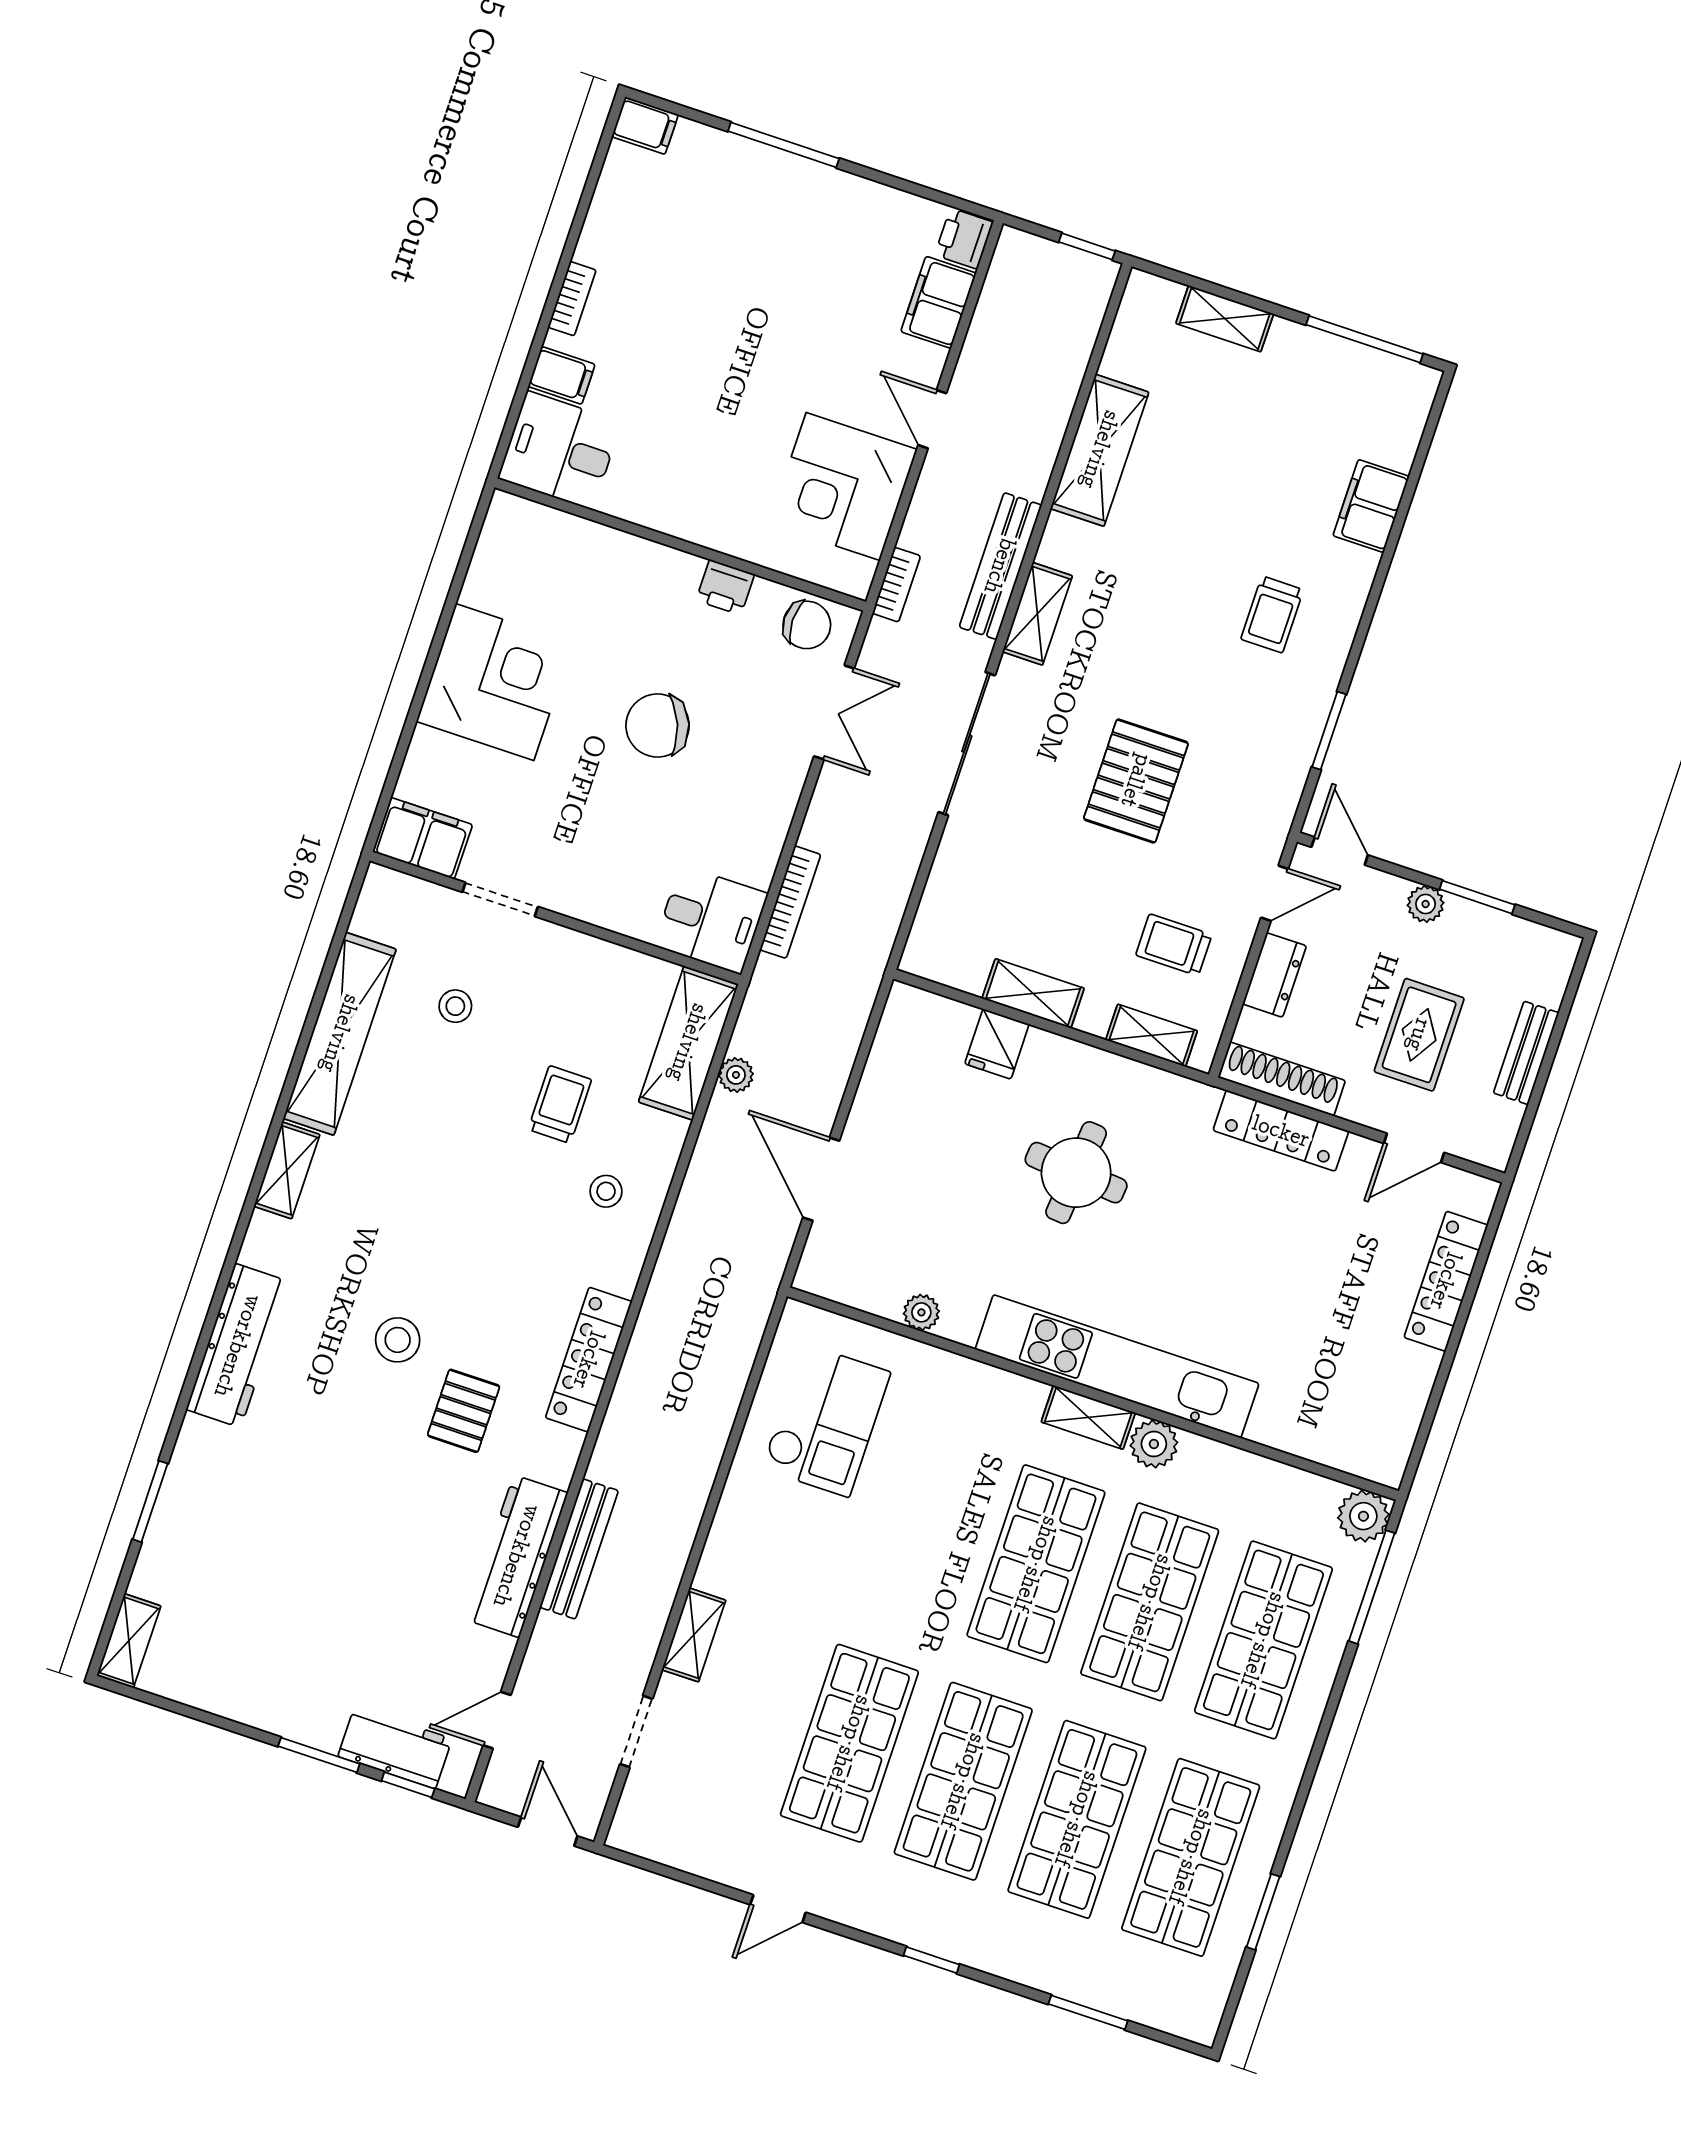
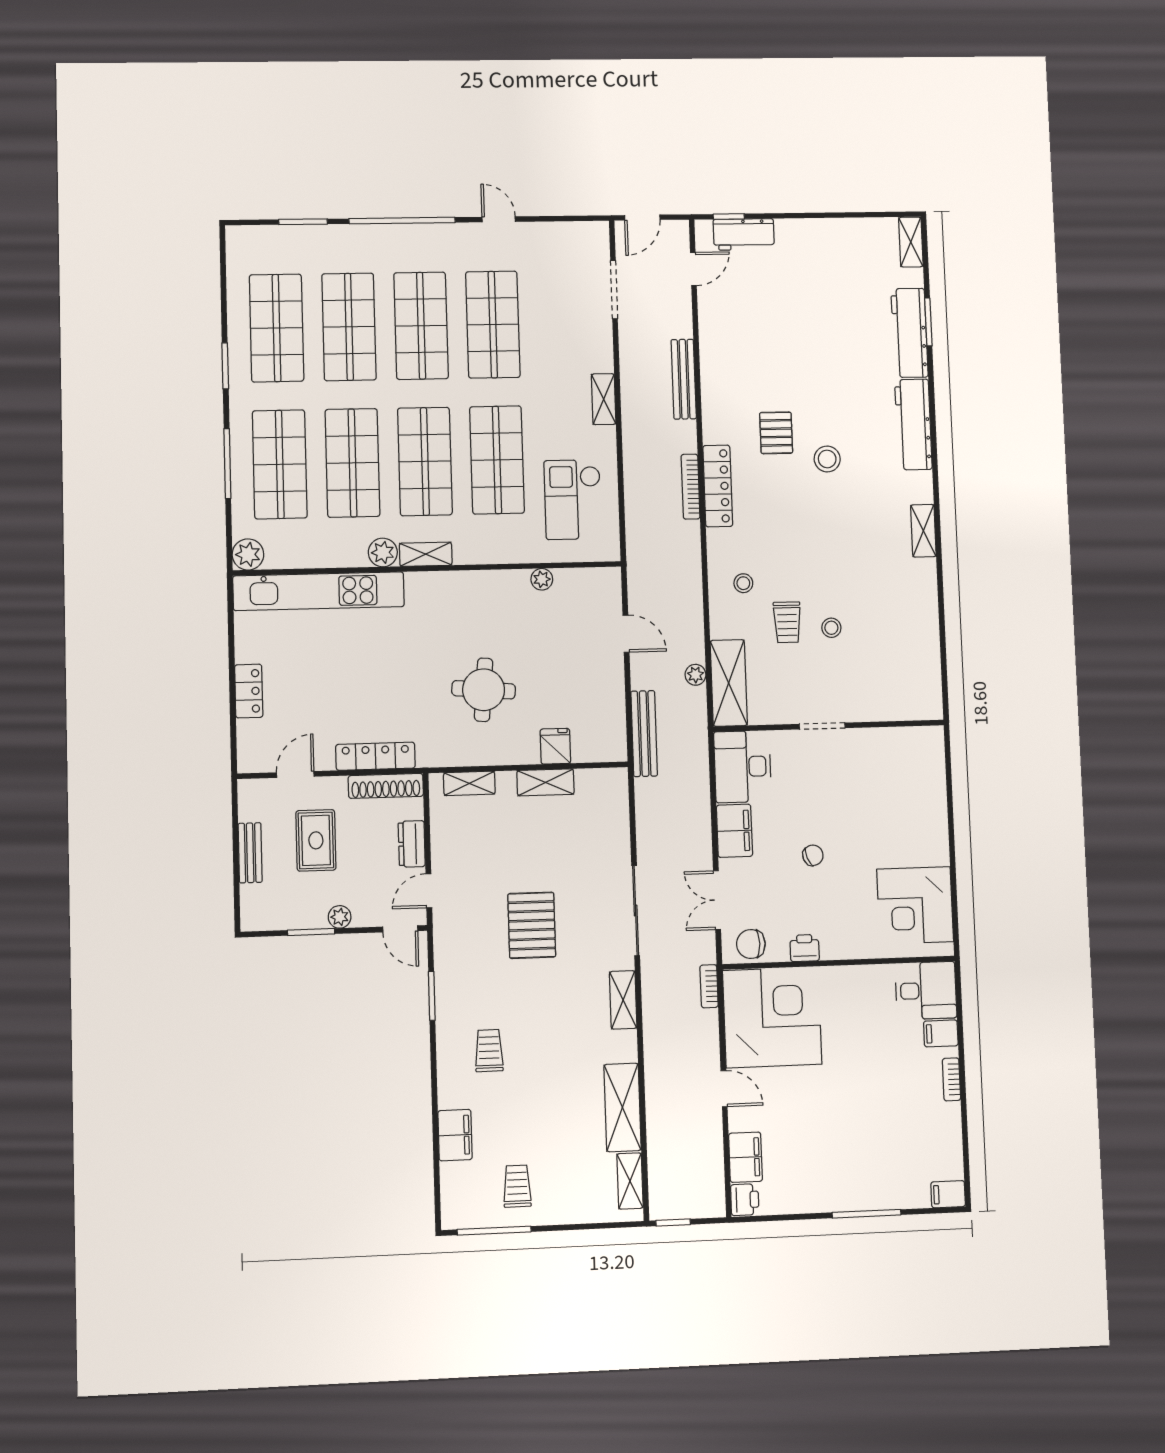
shelving: (1225, 319) -> (630, 1181), moved, turned 90
corner desk: (843, 486) -> (772, 1017), width x1.36, depth x1.36
bench: (1000, 566) -> (644, 734), moved
corner desk: (495, 682) -> (915, 905), moved
chair: (658, 726) -> (813, 855), width x0.54, depth x0.54
filing cabinet: (422, 838) -> (734, 831), moved, turned -90
doorway: (500, 899) -> (822, 726), moved
bookcase: (790, 902) -> (691, 487), moved
desk: (711, 920) -> (743, 767), width x1.37
trolley: (1174, 945) -> (517, 1186), moved, turned -90
stool: (455, 1006) -> (831, 628), moved
shelving: (340, 1034) -> (923, 617), removed
door: (821, 1179) -> (626, 634), width x0.73
locker: (1446, 1281) -> (249, 691), width x0.66
kitchen unit: (1117, 1366) -> (319, 591), moved
shop shelf: (922, 1526) -> (497, 460), added
workbench: (517, 1556) -> (909, 333), moved, turned 180
window: (1372, 1587) -> (227, 464), moved
shelving: (694, 1635) -> (604, 399), moved
doorway: (636, 1731) -> (614, 290), width x1.38
window: (319, 1755) -> (784, 216), removed
door: (548, 1832) -> (642, 218), hinge flipped
door: (778, 1909) -> (499, 219), hinge flipped
window: (1263, 1912) -> (225, 366), moved
window: (932, 1960) -> (402, 221), width x3.17

